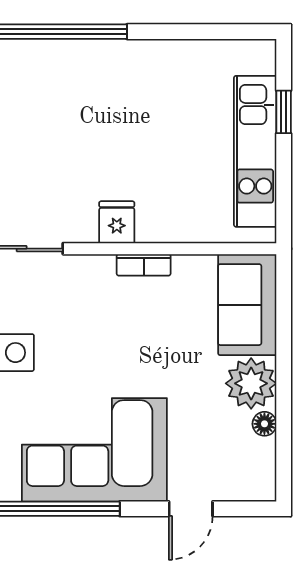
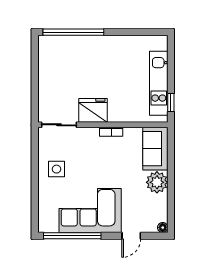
window: (284, 112) -> (171, 103), moved
fridge: (117, 222) -> (93, 110), width x1.88, depth x1.34
floor lamp: (264, 424) -> (163, 228), moved

